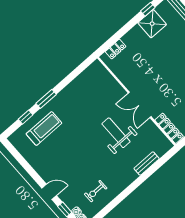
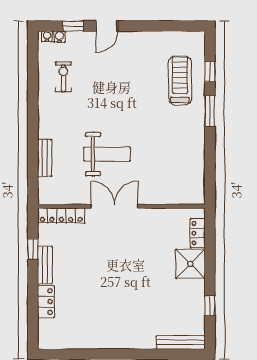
shower: (152, 24) -> (190, 264), moved
treadmill: (44, 129) -> (180, 81), turned 180

